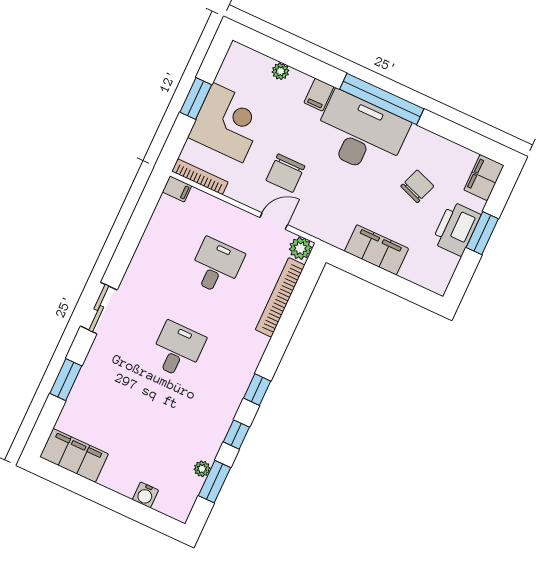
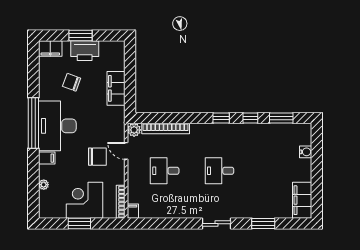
plant: (202, 469) -> (277, 128), removed

